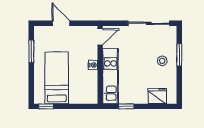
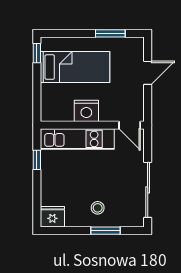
nightstand: (93, 65) -> (86, 111), width x1.89, depth x1.79
fridge: (157, 96) -> (52, 217), moved, turned -90

